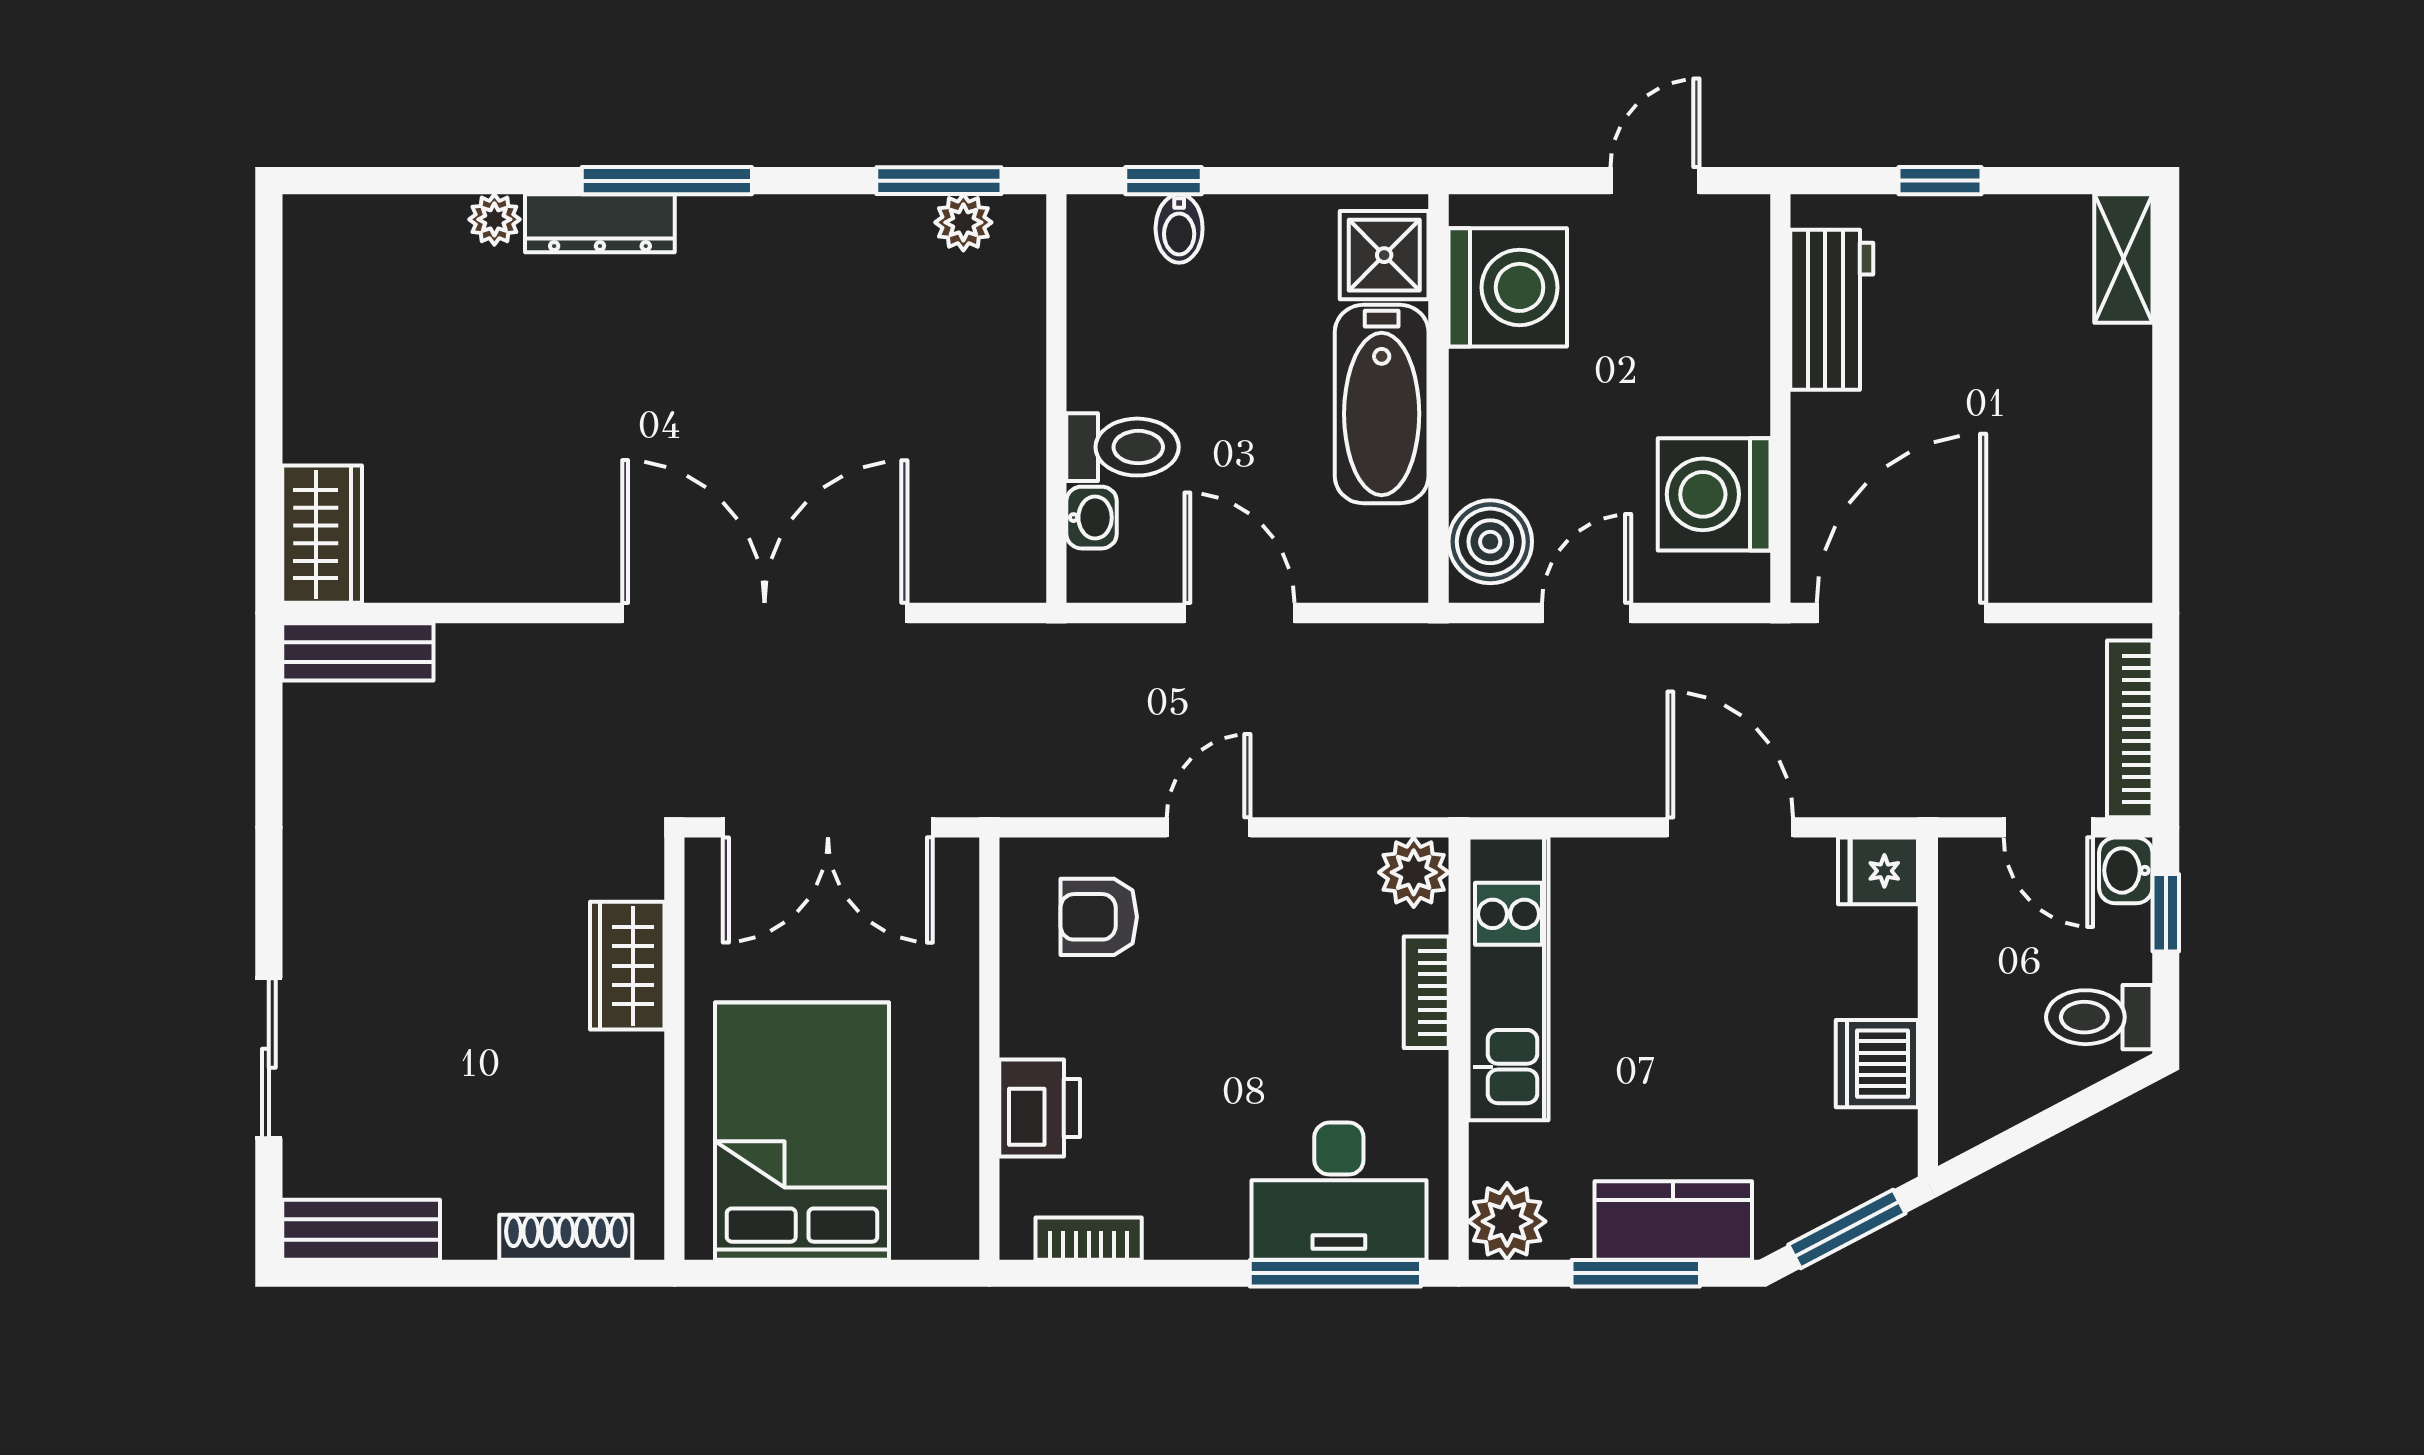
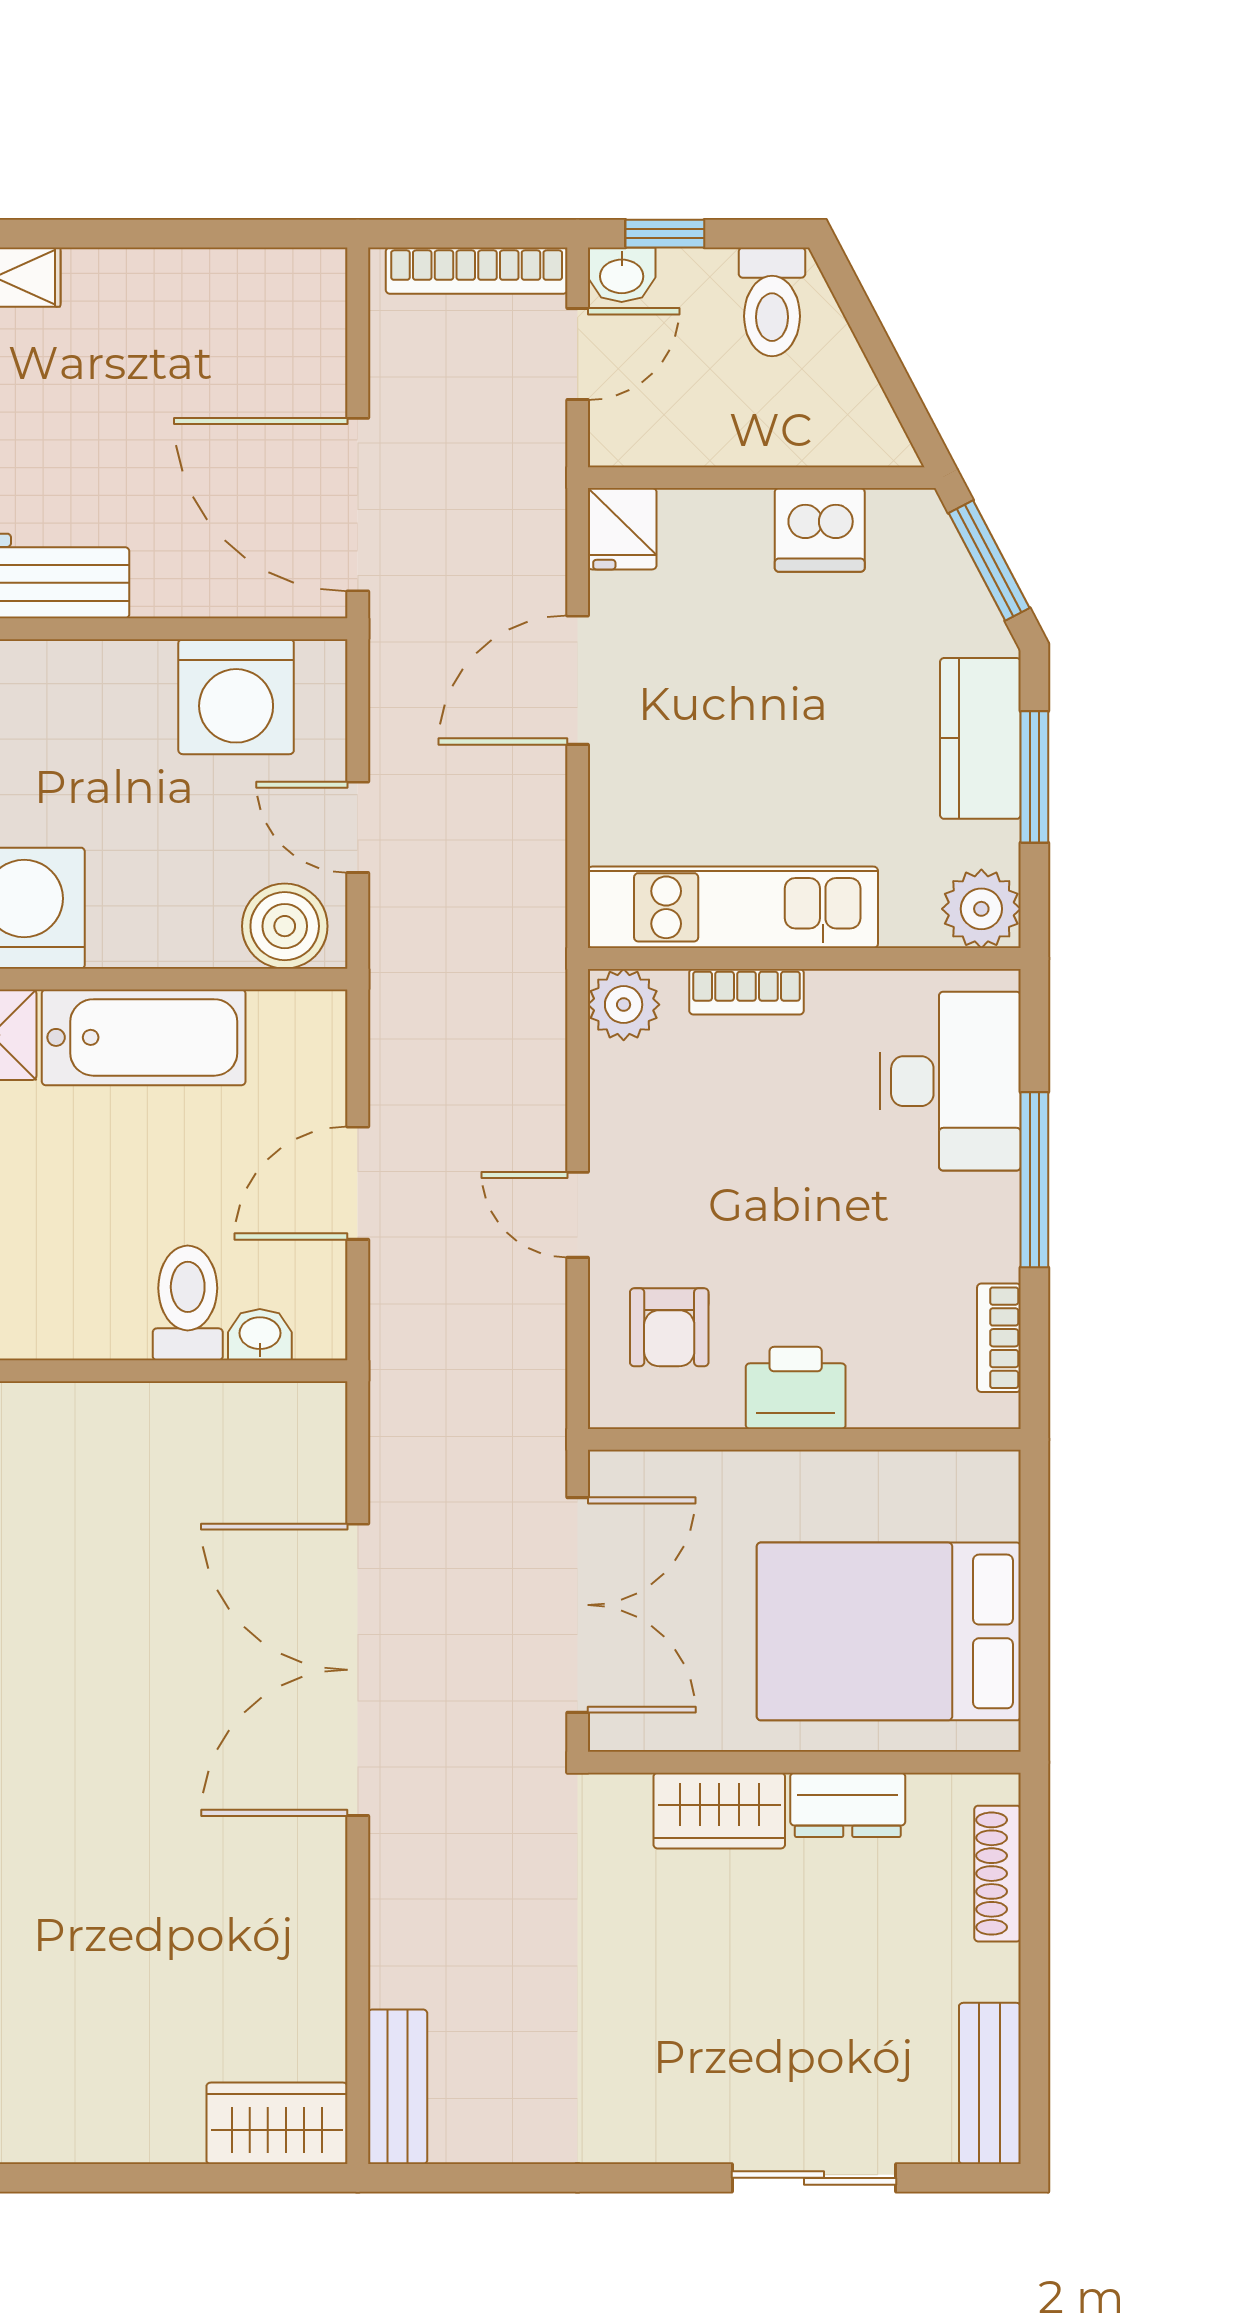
dresser: (633, 1091) -> (848, 1805), added
printer: (1040, 1108) -> (796, 1388), moved
window: (1335, 1273) -> (1034, 1180), moved

